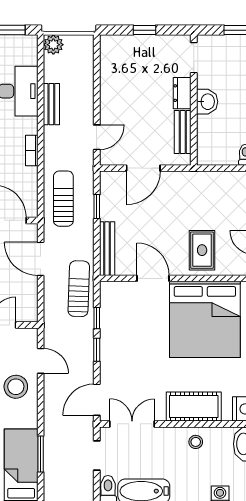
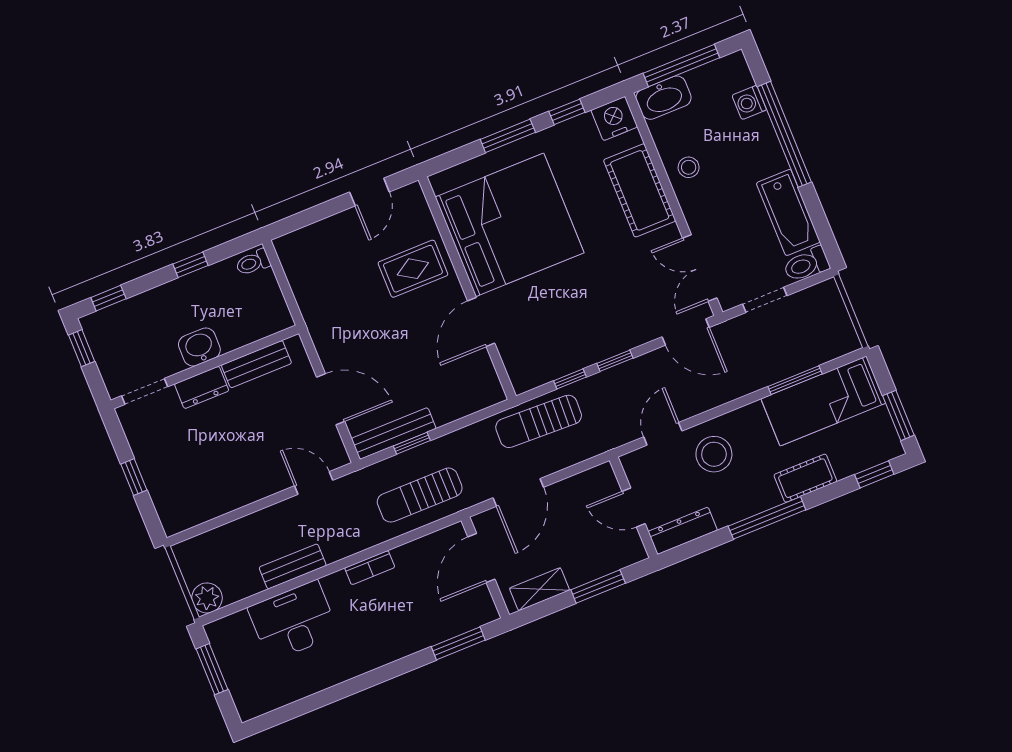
bench: (107, 249) -> (394, 433), moved

